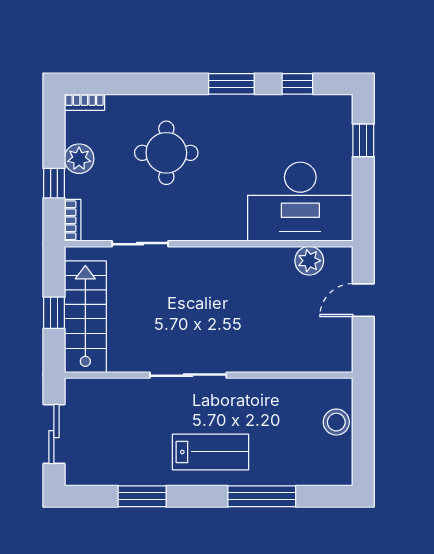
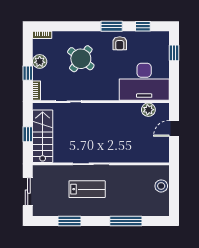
armchair: (249, 120) -> (120, 43), added
round table: (166, 153) -> (81, 59), turned 38
lab bench: (211, 452) -> (87, 189), moved

